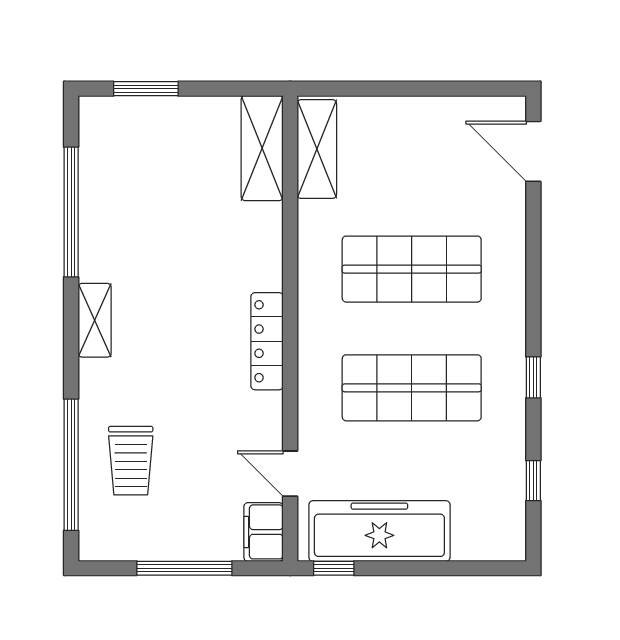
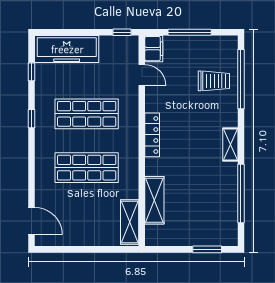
shelving: (262, 148) -> (154, 200), moved
trolley: (131, 461) -> (214, 81), turned 90
freezer: (379, 531) -> (67, 49), moved

